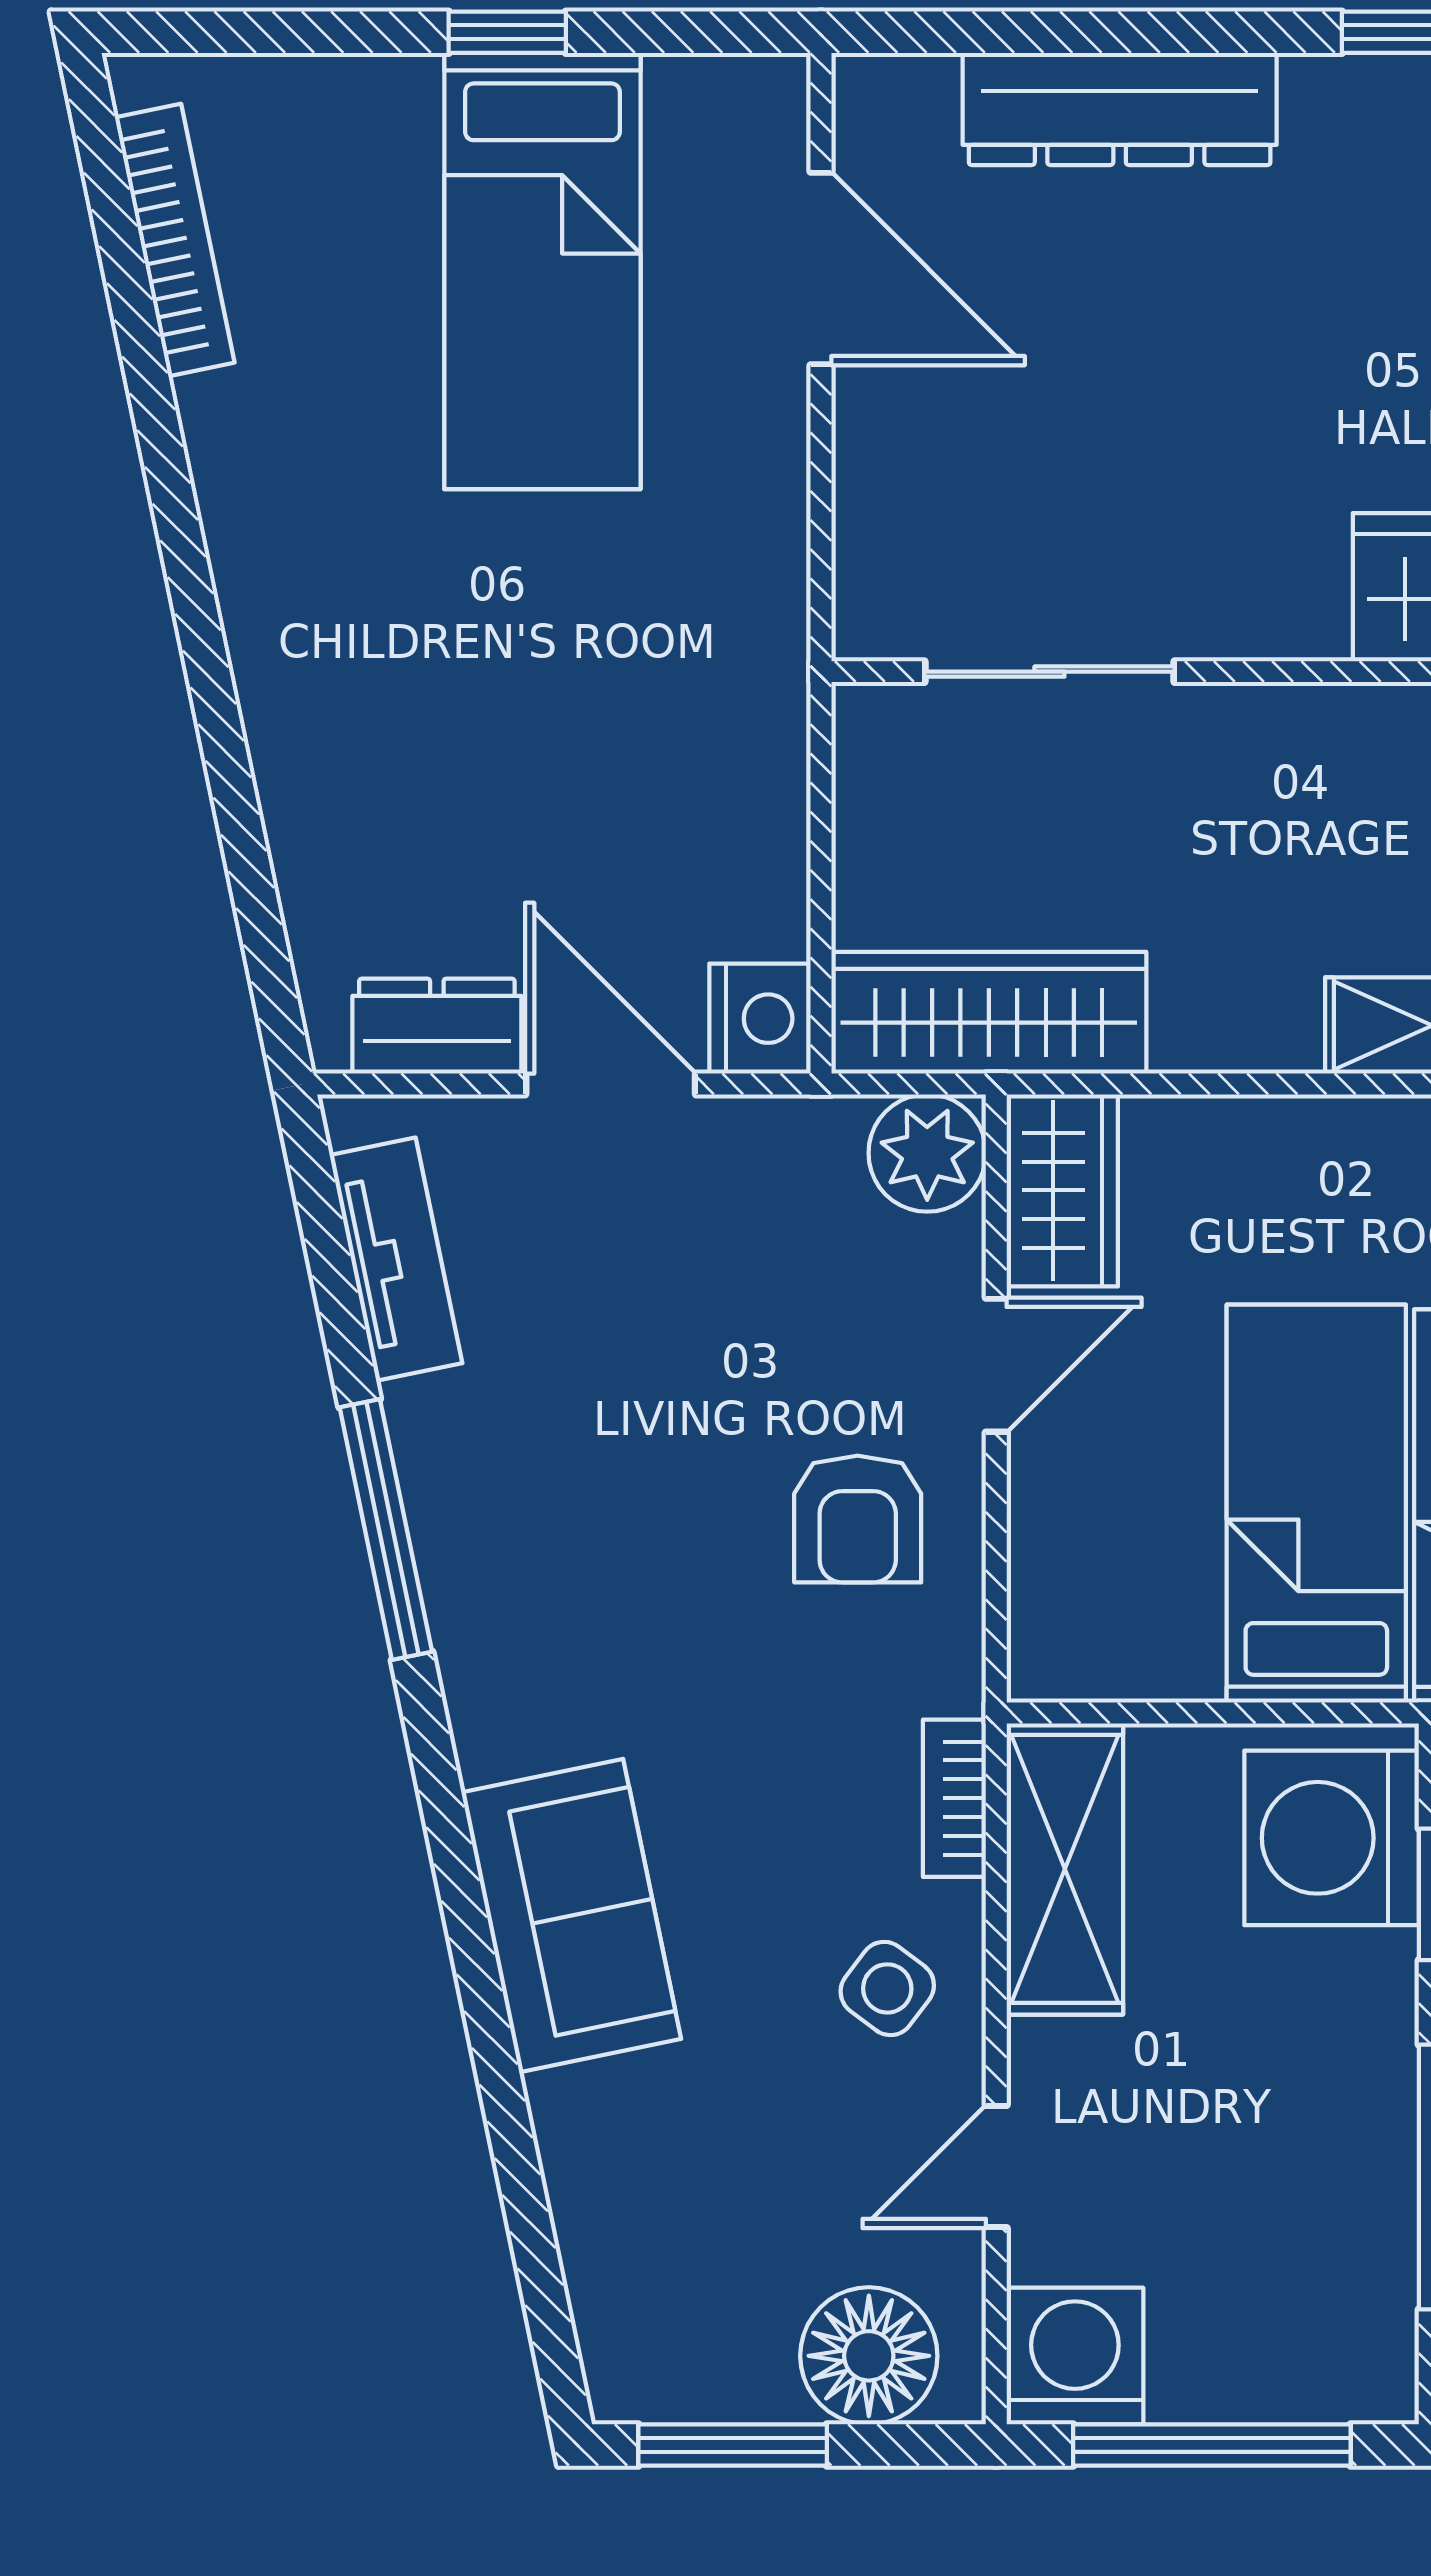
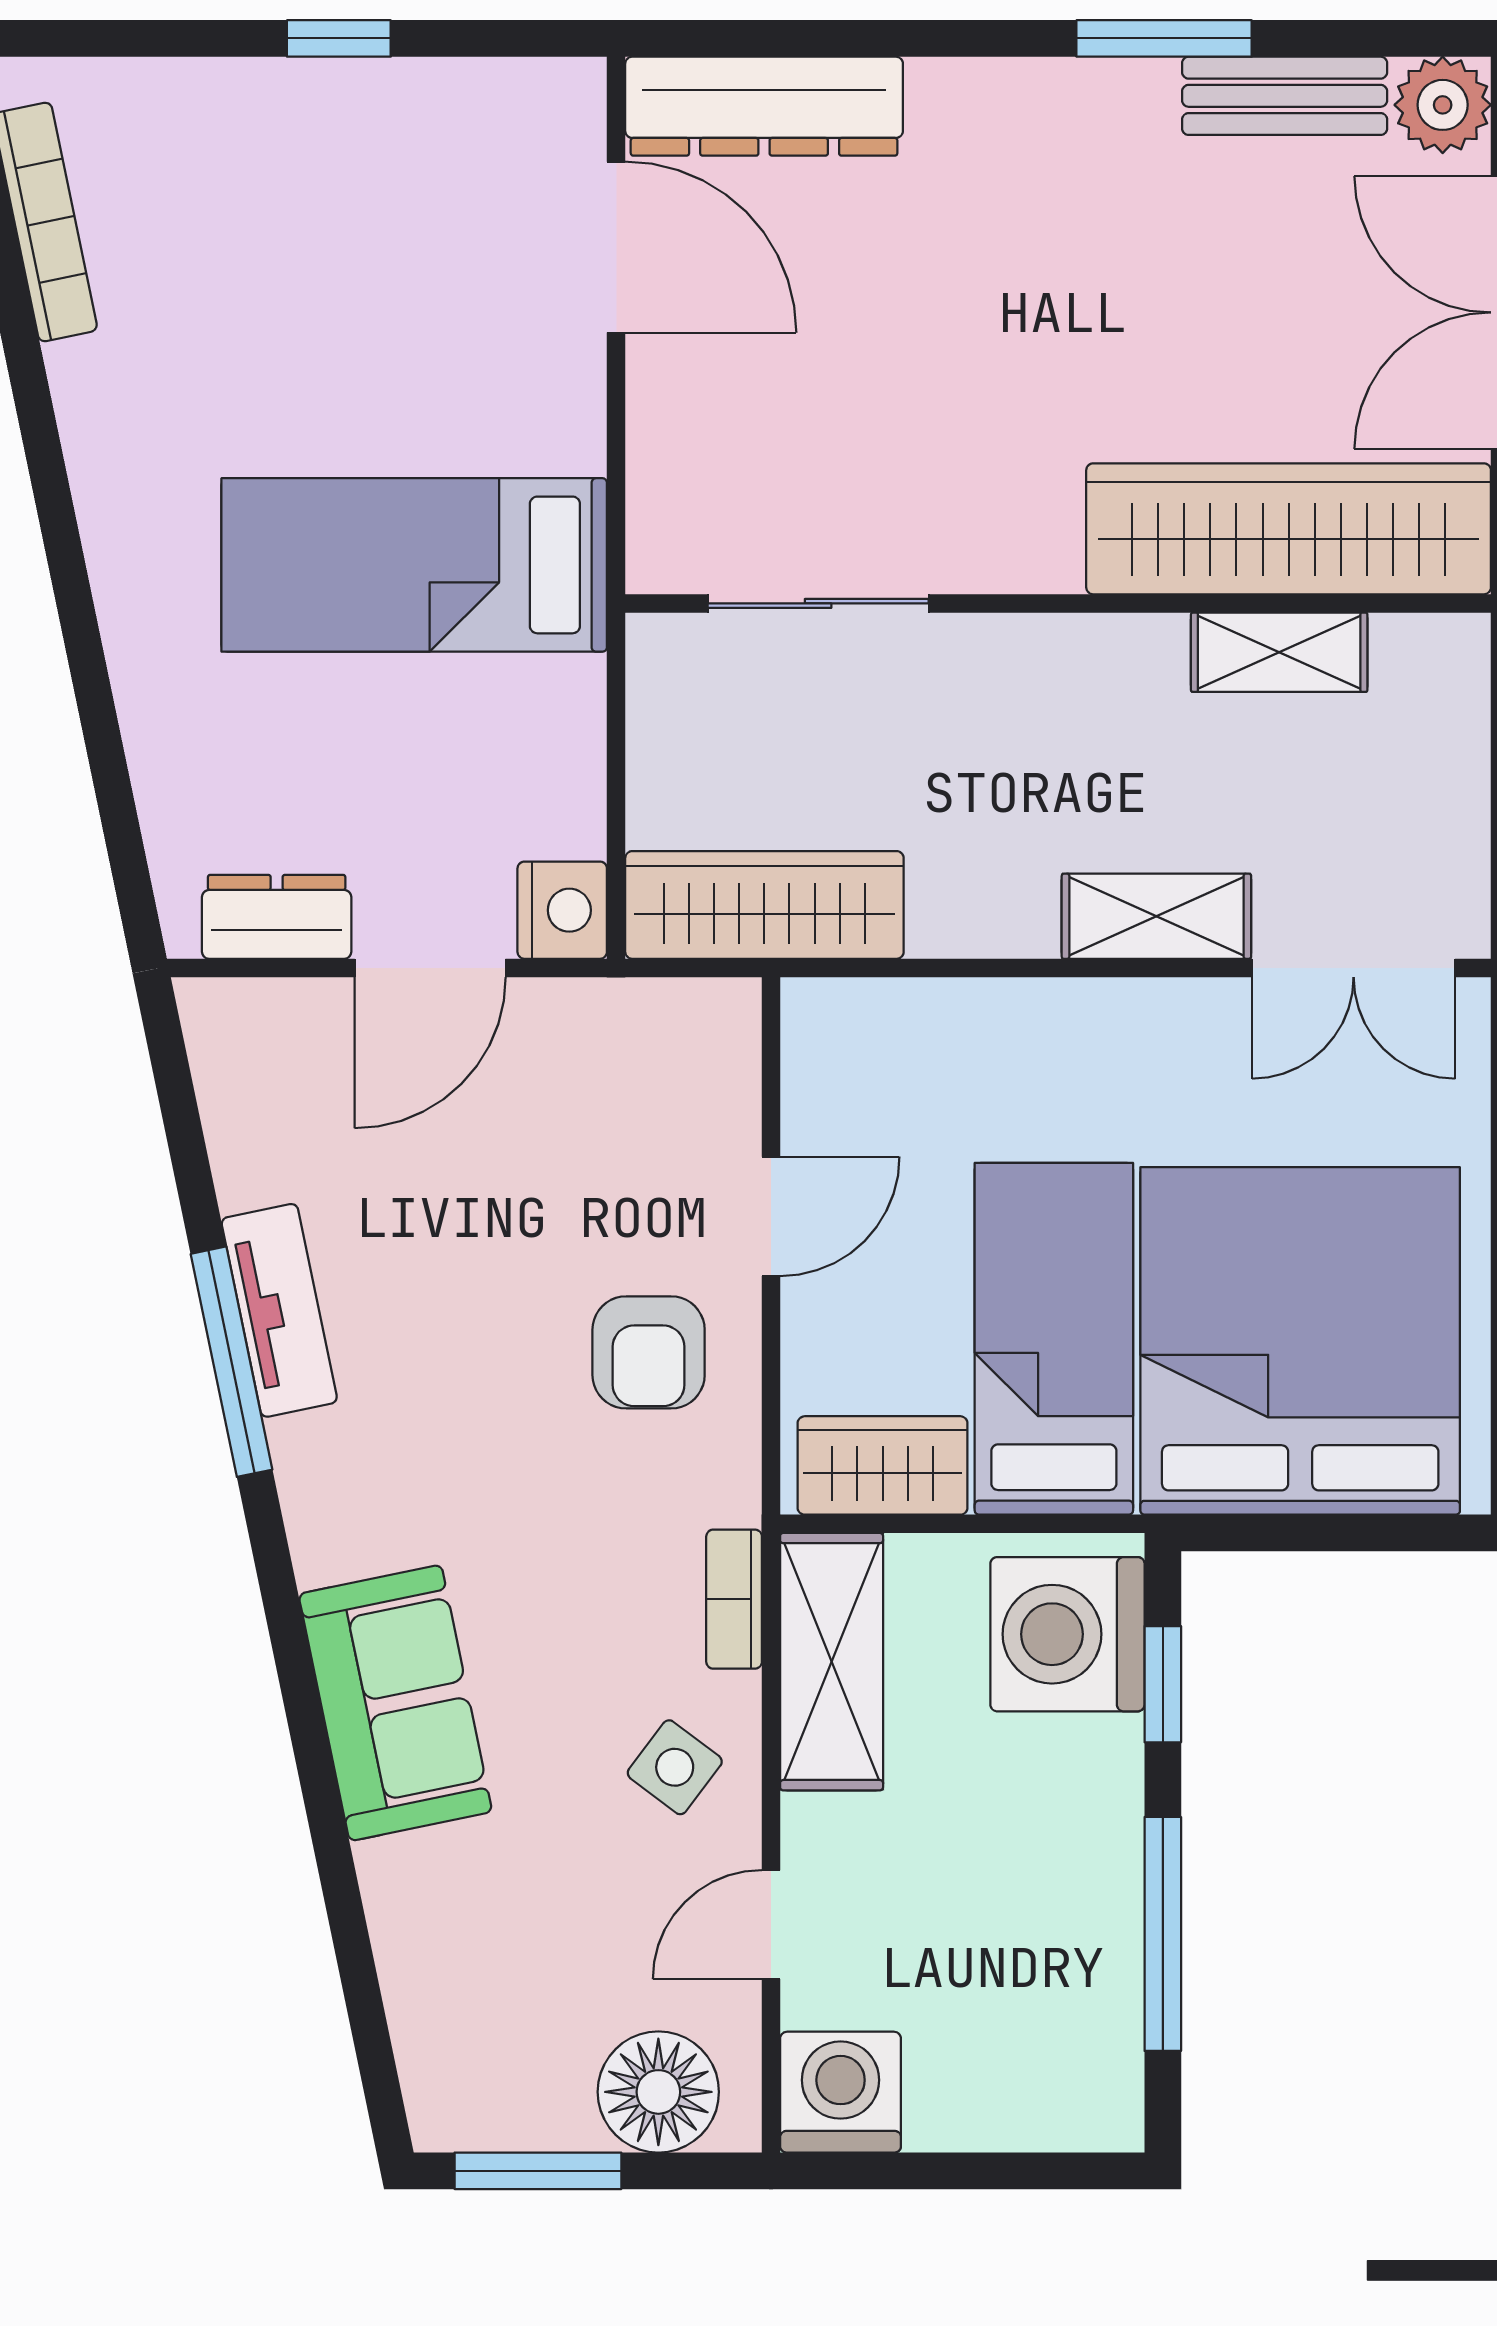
dresser: (1120, 109) -> (764, 106), moved
bed: (542, 271) -> (414, 565), moved, turned 90
door: (611, 1084) -> (430, 968), swing flipped
plant: (927, 1153) -> (710, 1029), removed
wardrobe: (1062, 1190) -> (883, 1465), moved, turned -90
tv unit: (396, 1259) -> (279, 1310), moved
window: (1212, 2445) -> (962, 2171), removed

